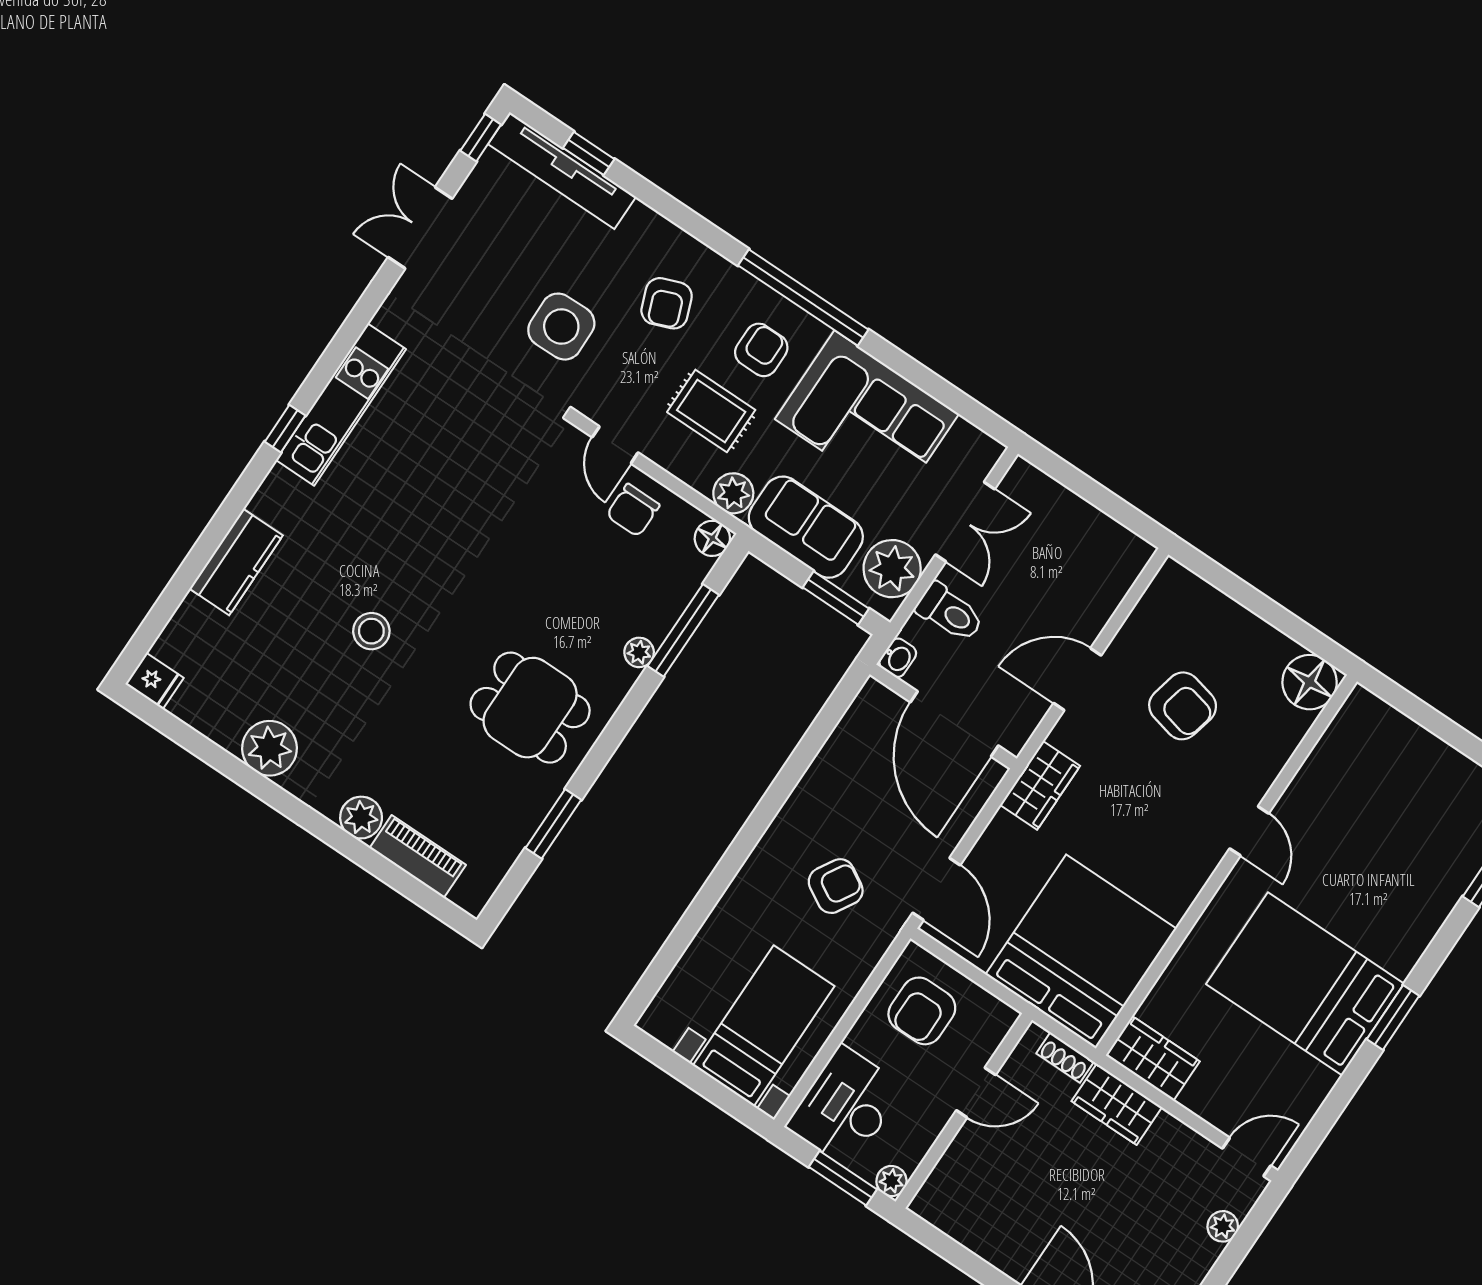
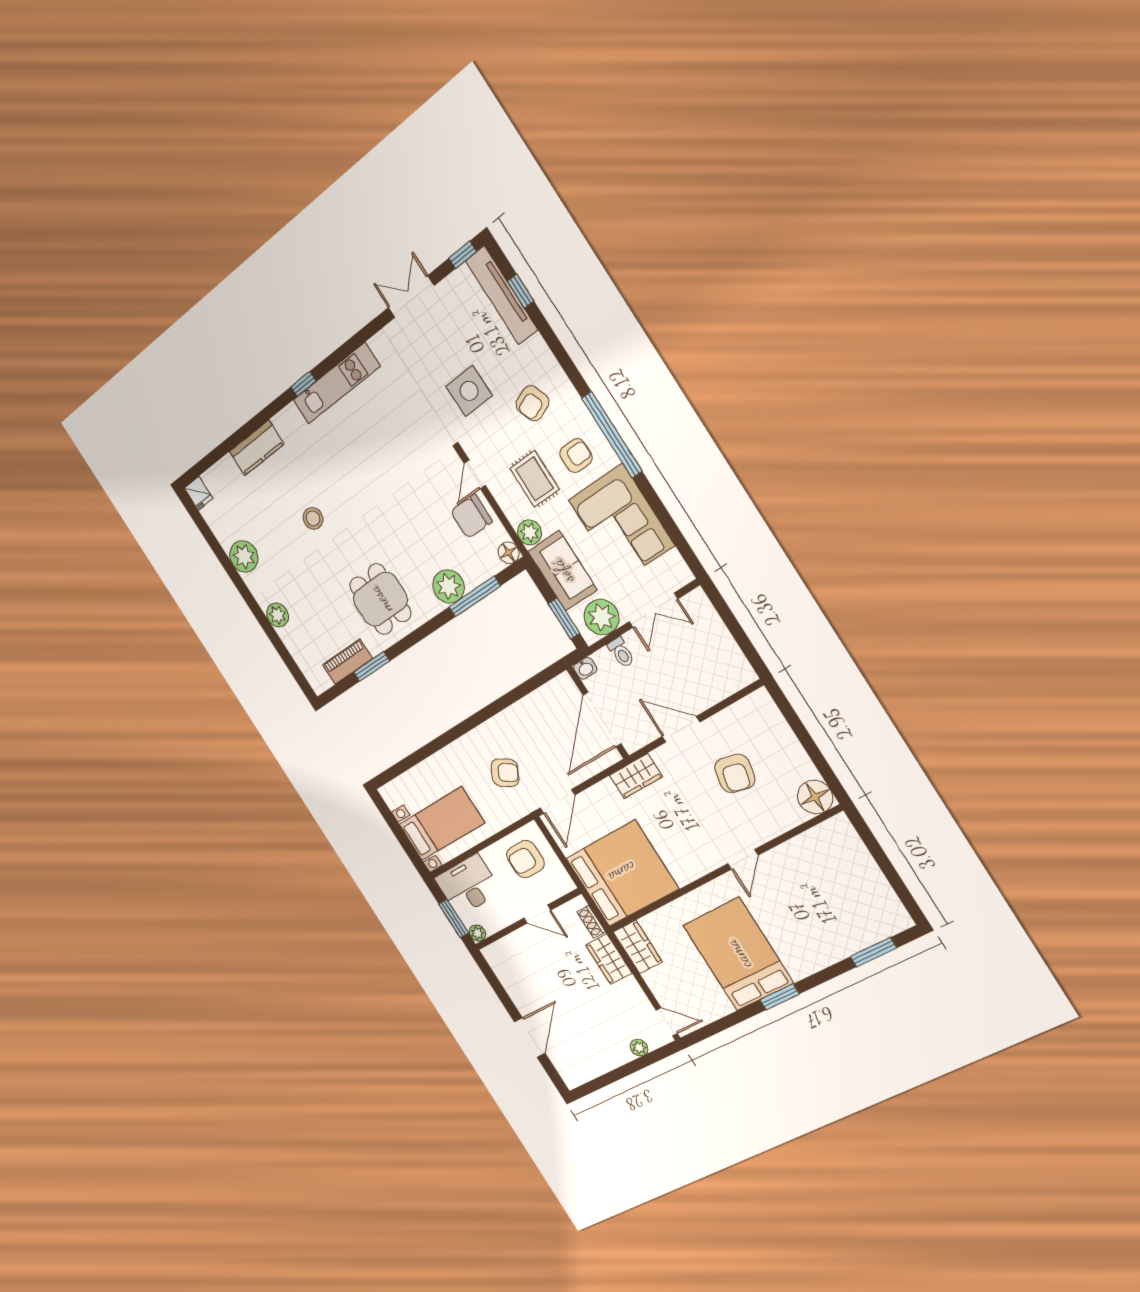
chair: (633, 510) -> (471, 516), width x1.37, depth x1.37
toilet: (950, 612) -> (621, 652), width x0.73, depth x0.72
plant: (639, 652) -> (449, 586), width x1.88, depth x1.88
piano: (418, 857) -> (347, 662), moved, turned -90

